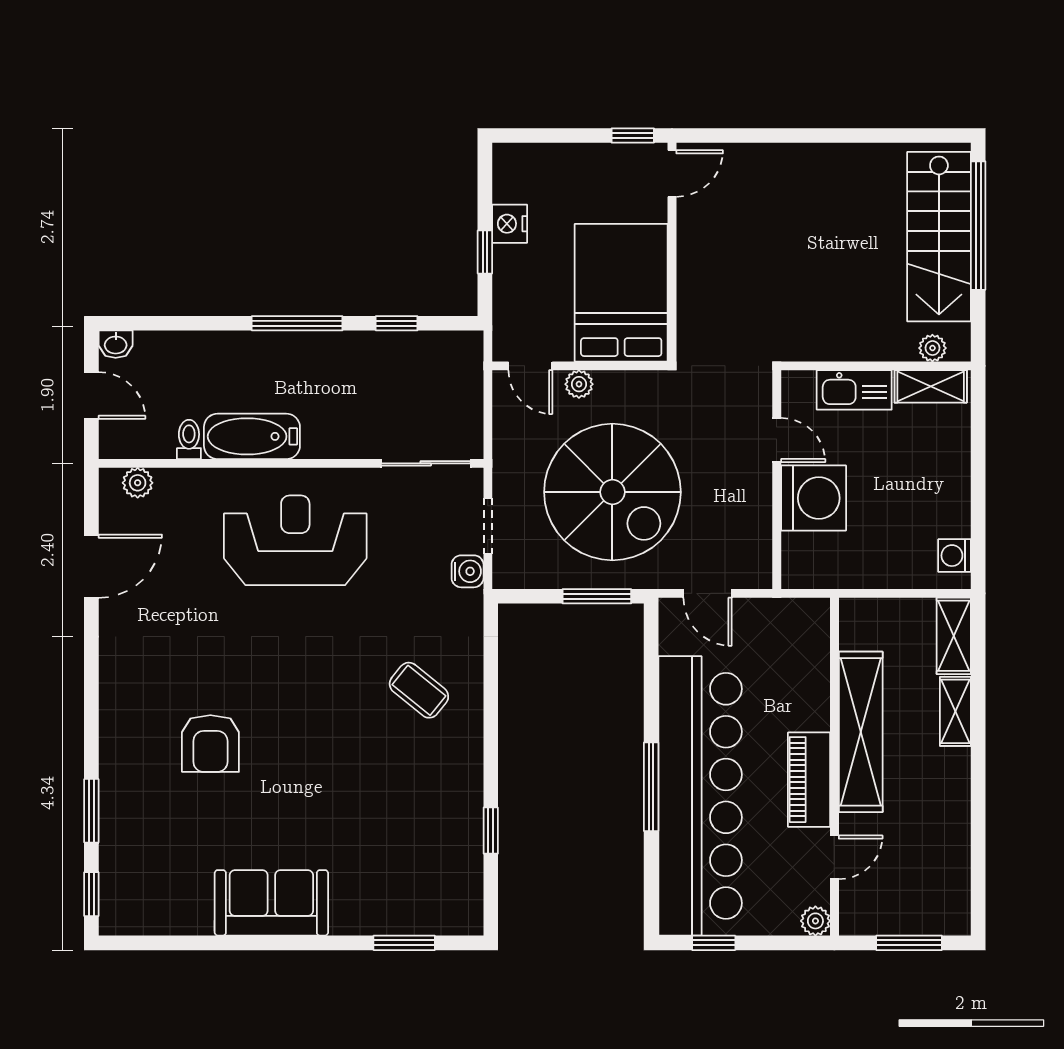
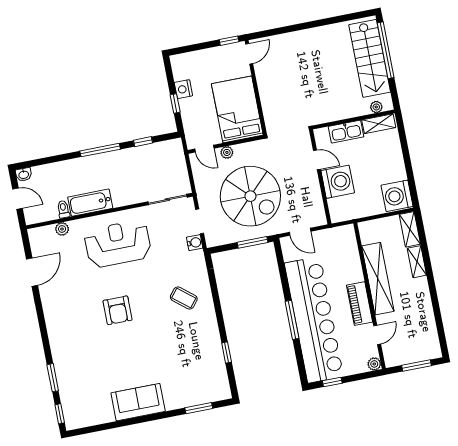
plant: (138, 483) -> (62, 229), moved
washing machine: (955, 556) -> (397, 196), width x1.89, depth x1.89
armchair: (210, 743) -> (118, 310), moved

